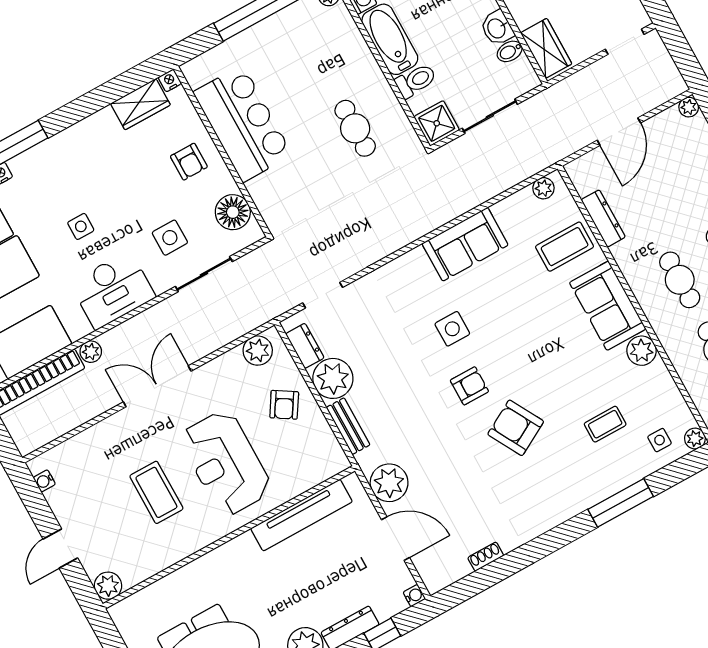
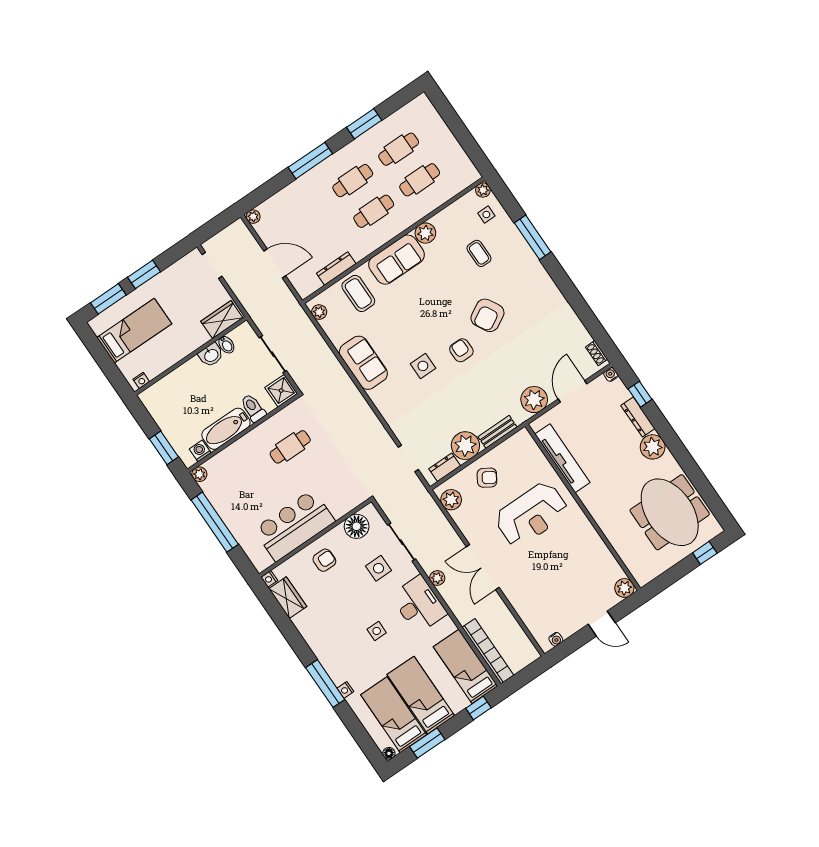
plant: (91, 352) -> (437, 578), moved
coffee table: (156, 492) -> (556, 561), removed
shoe rack: (486, 557) -> (597, 353), moved

